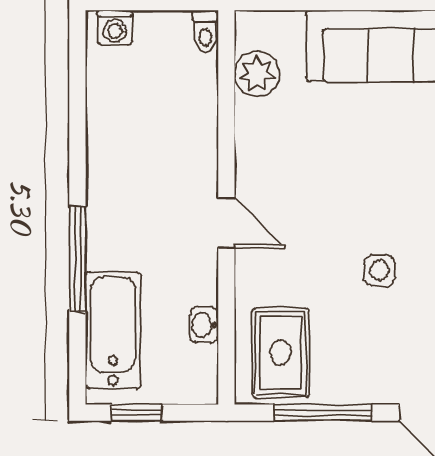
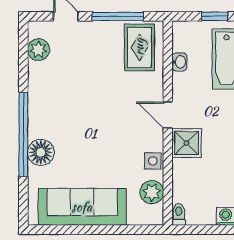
shower: (190, 169) -> (186, 143), added
side table: (379, 270) -> (153, 161), moved

